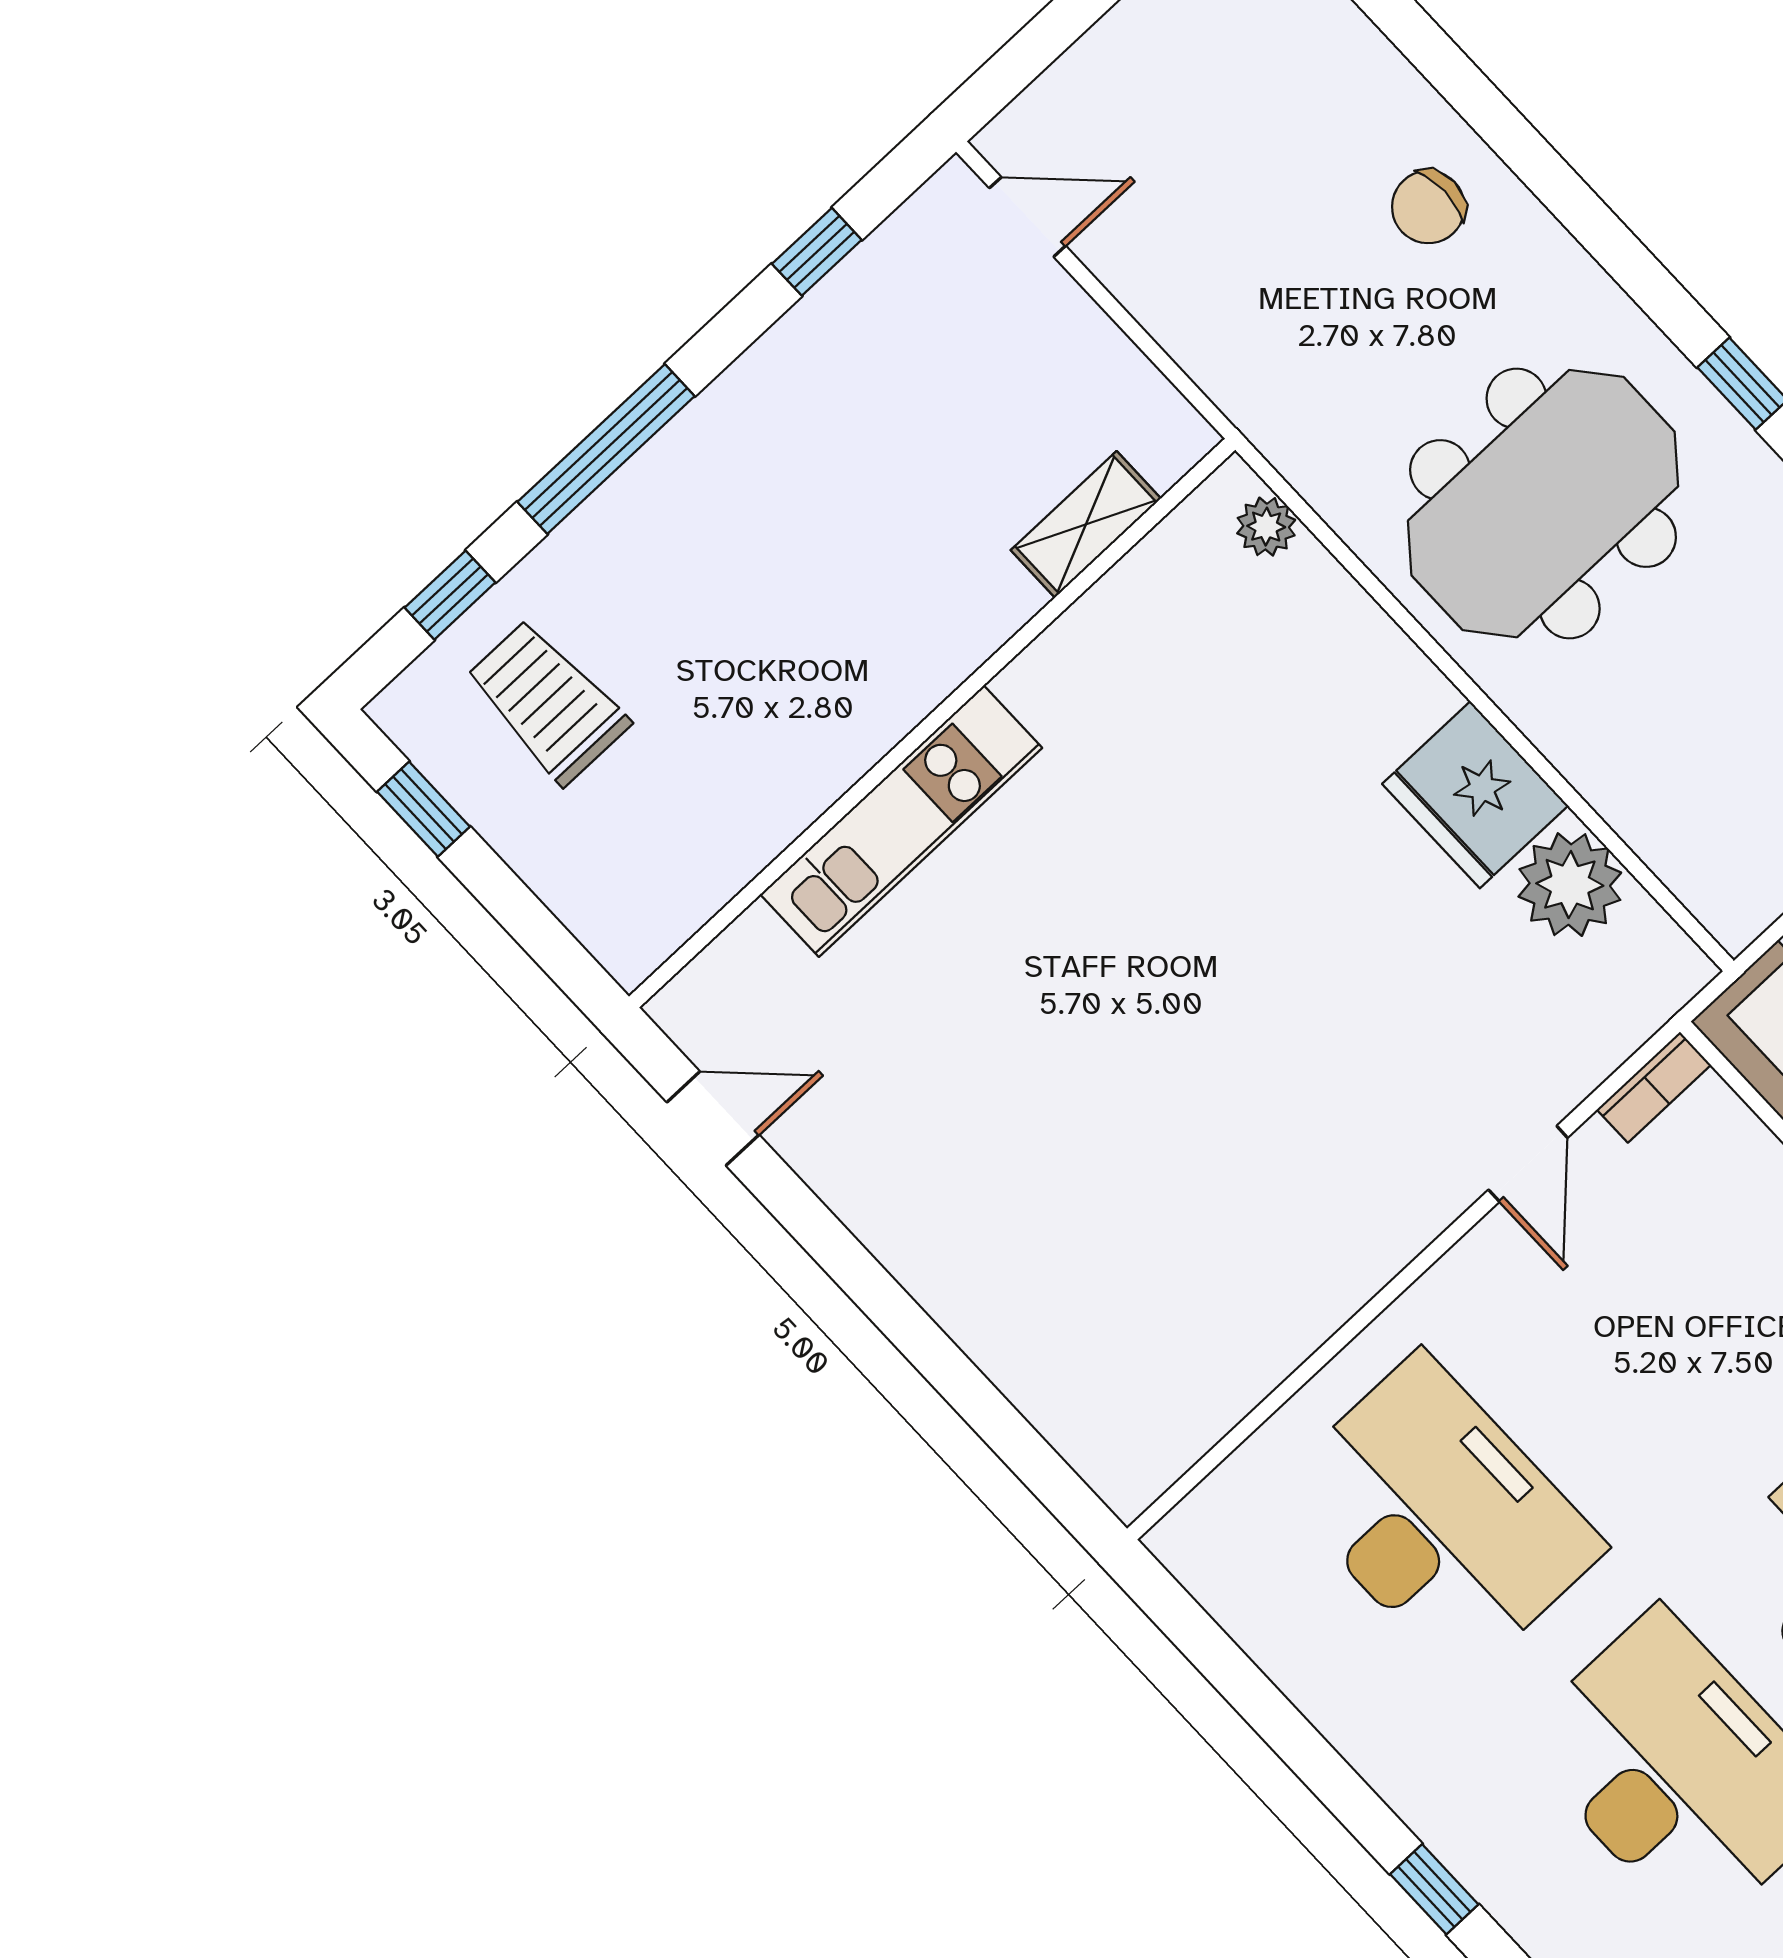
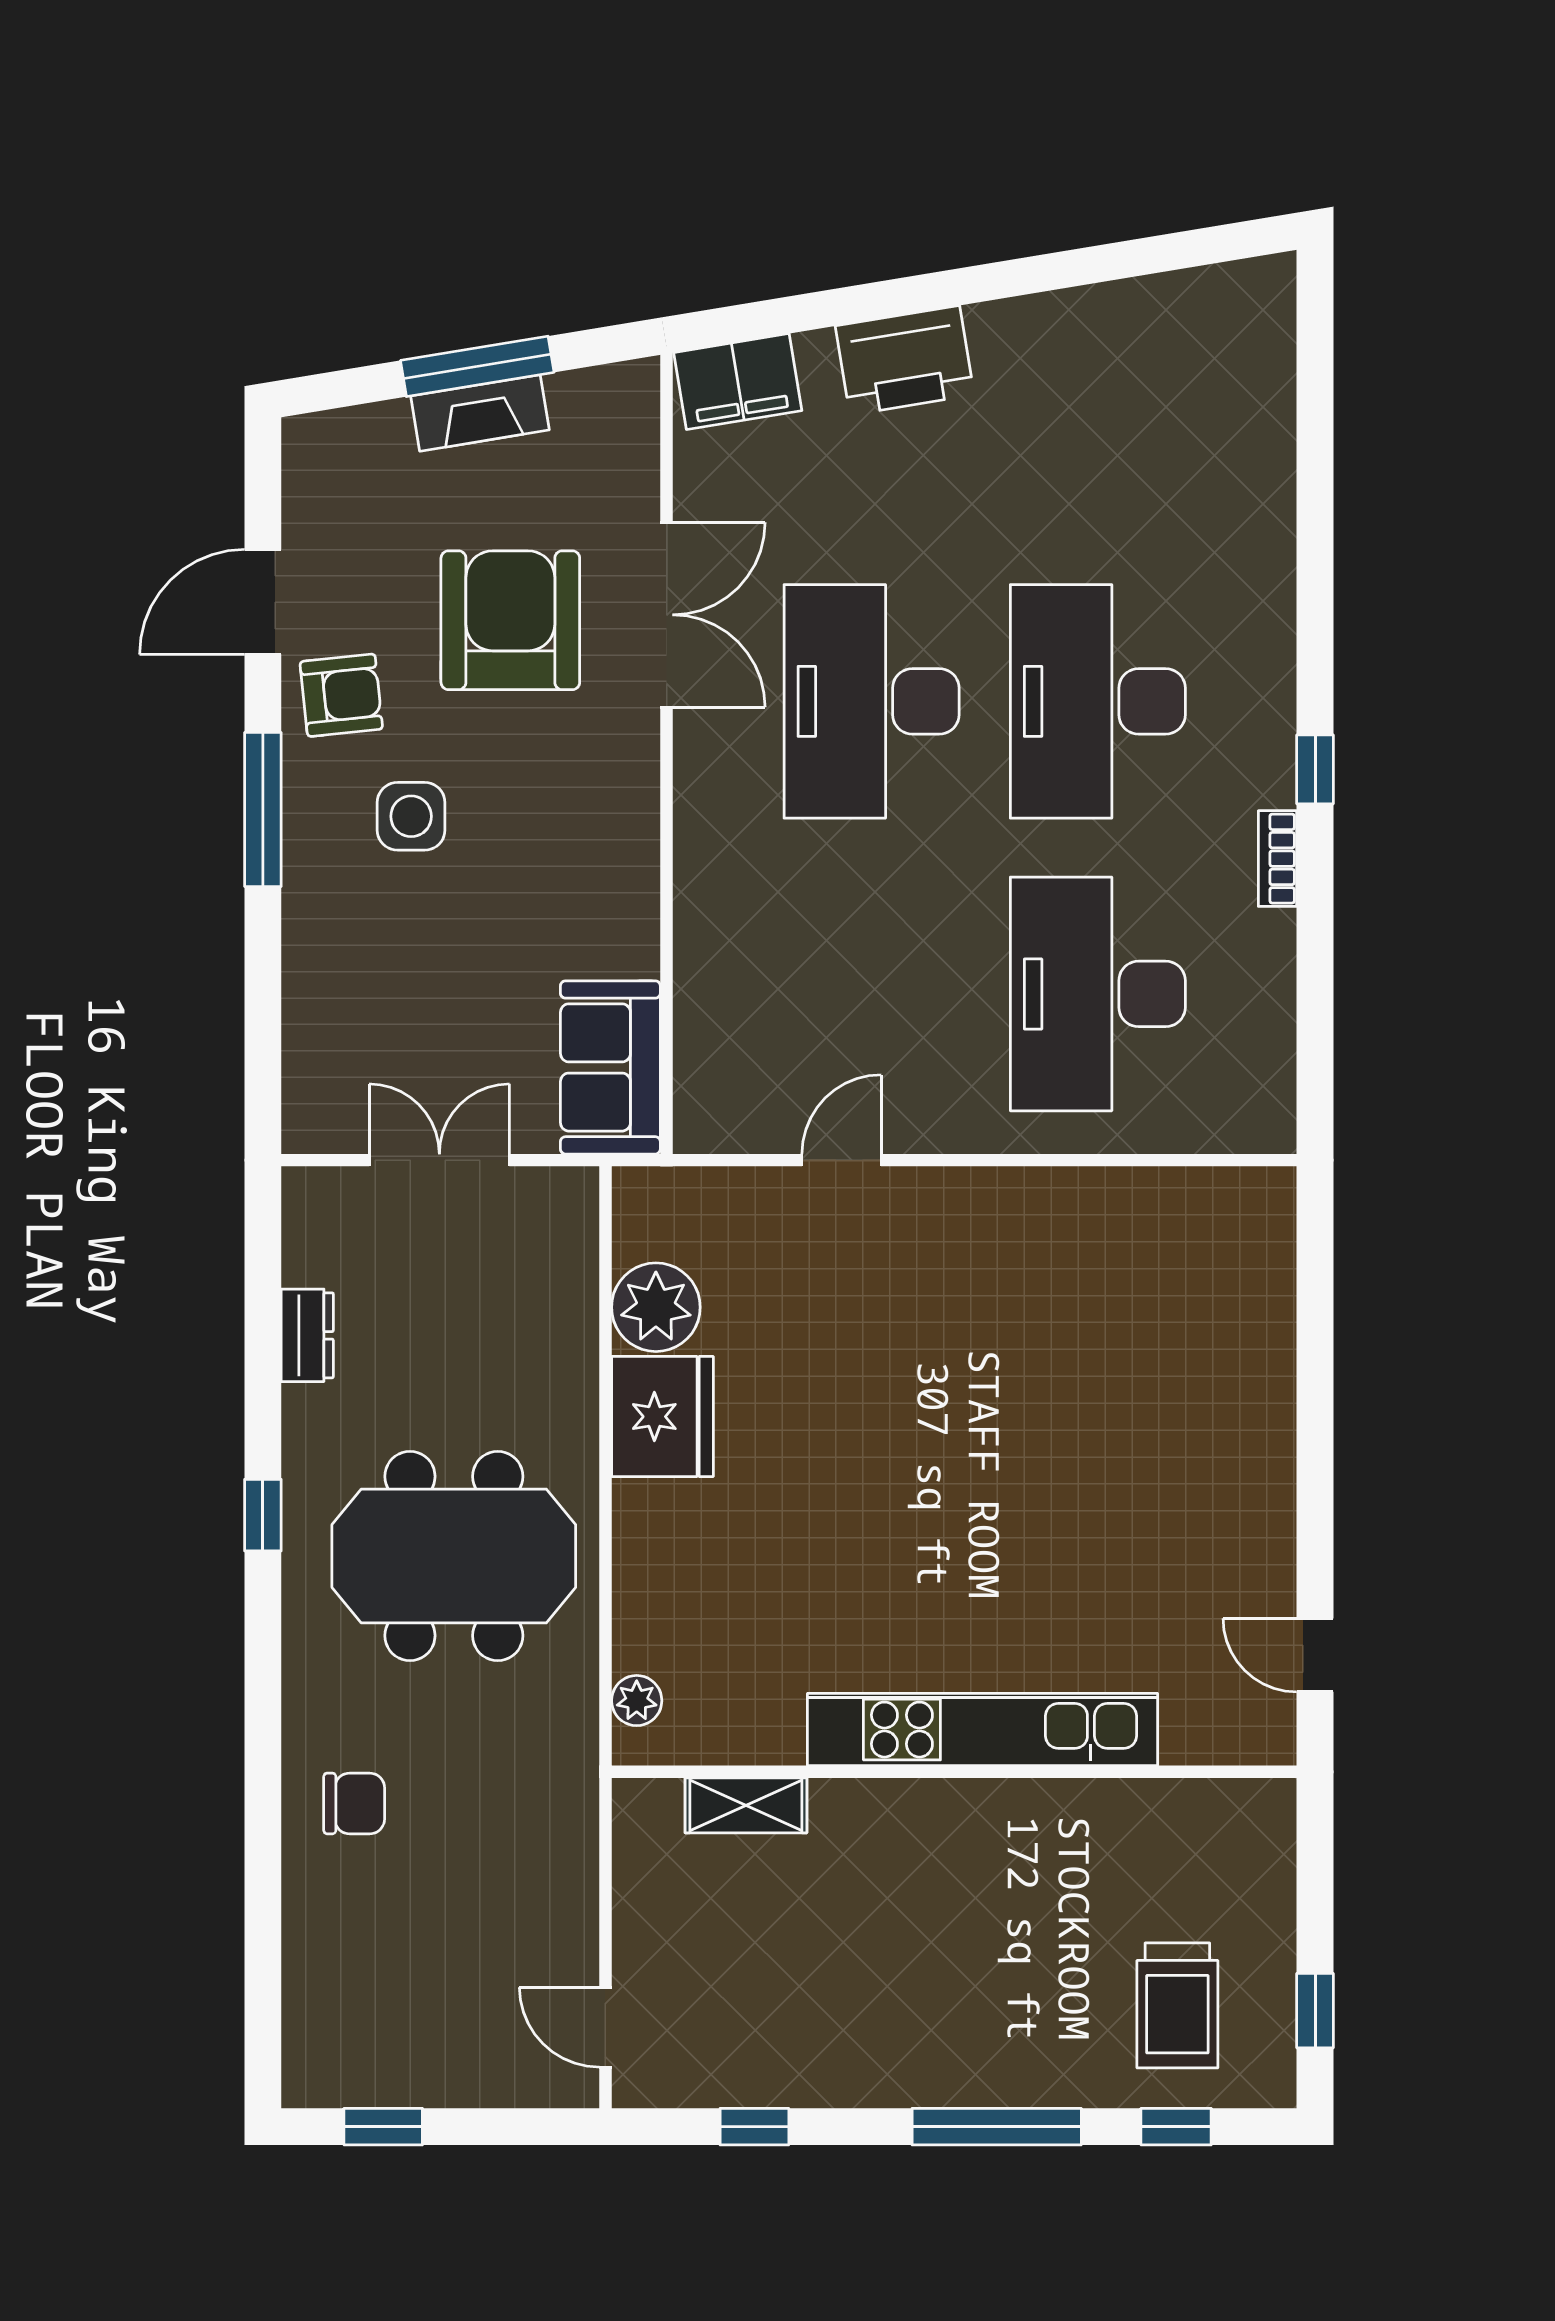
kitchen unit: (901, 821) -> (982, 1730), width x1.36
bookcase: (1654, 1087) -> (1278, 859), moved, turned -90

